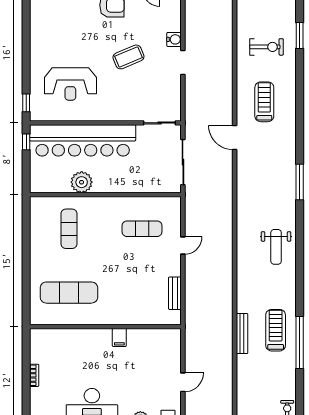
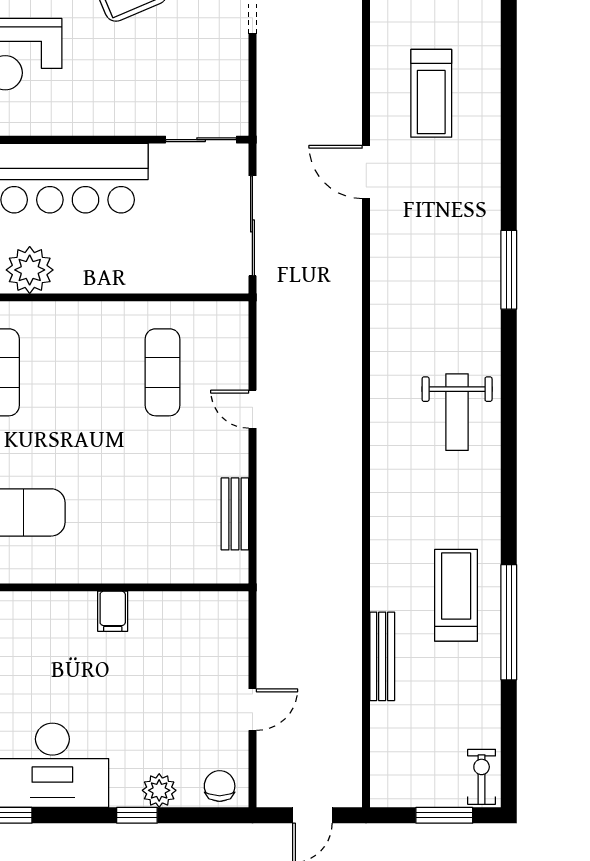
treadmill: (264, 102) -> (431, 93), turned 180
exercise mat: (142, 229) -> (162, 372), turned 90
door: (183, 246) -> (252, 409), swing flipped
bench: (242, 334) -> (382, 656), moved

